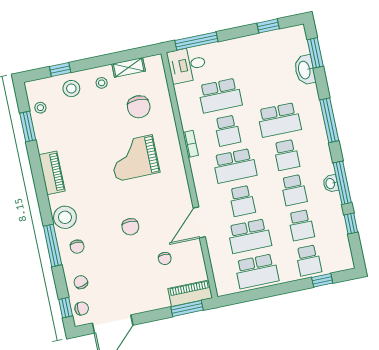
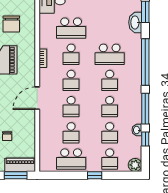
window: (329, 120) -> (145, 62), width x1.46
school desk: (235, 166) -> (71, 80), width x0.54
washbasin: (331, 183) -> (137, 130), moved
door: (199, 222) -> (37, 98), moved
school desk: (249, 236) -> (71, 133), width x0.54
plant: (344, 261) -> (135, 165), added
window: (322, 280) -> (95, 175), moved

